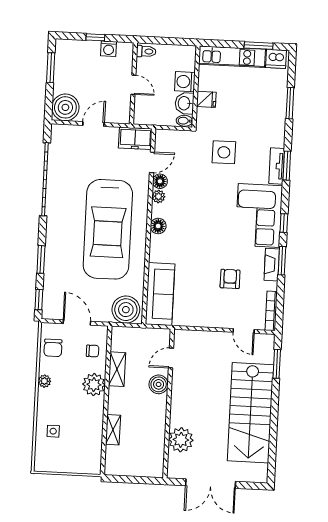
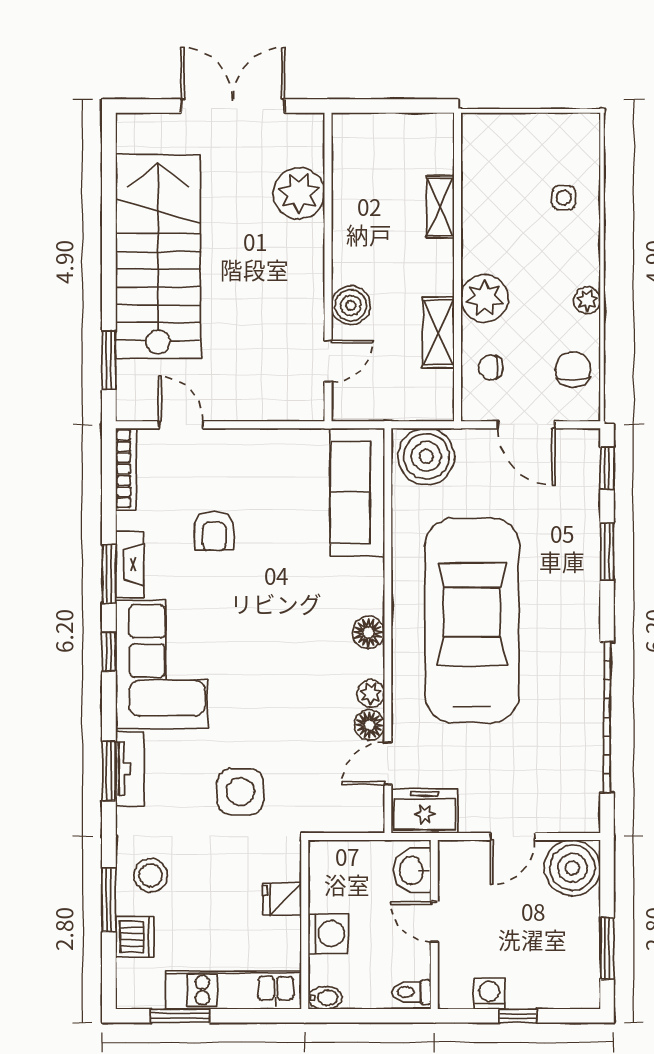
dishwasher: (276, 59) -> (135, 937), moved, turned 90
washbasin: (184, 103) -> (412, 870), moved, turned 180
stool: (269, 114) -> (151, 875), added
bidet: (184, 121) -> (325, 998), moved

